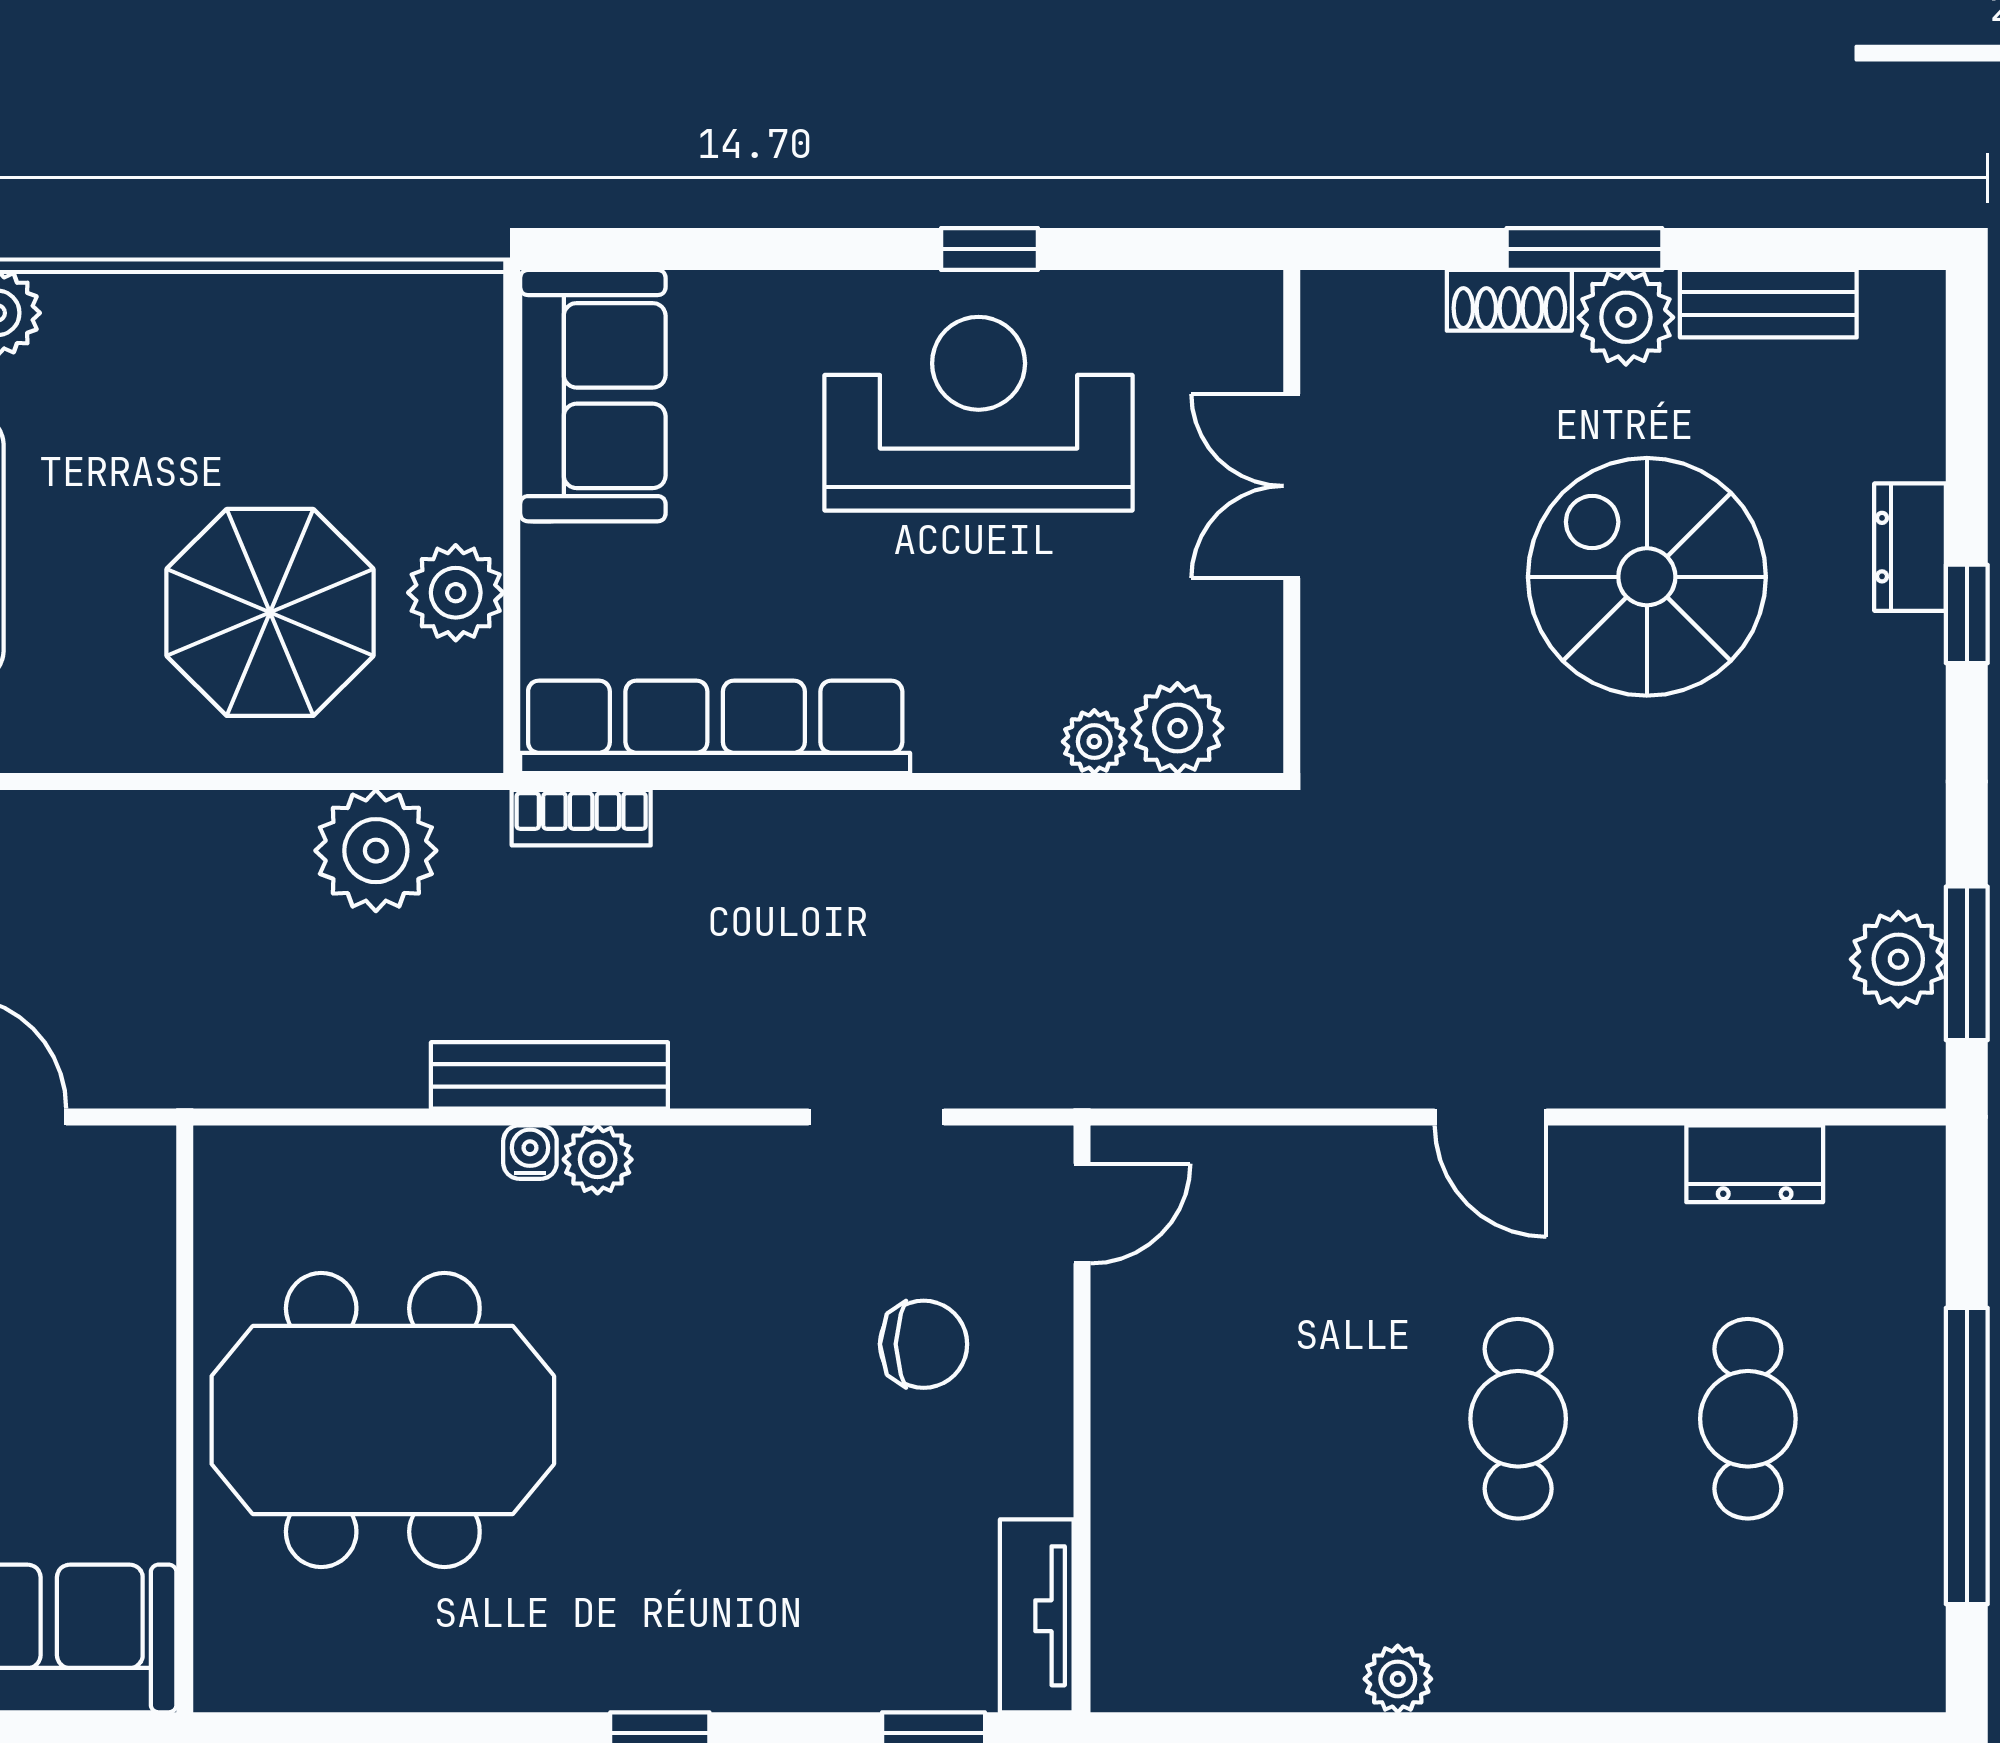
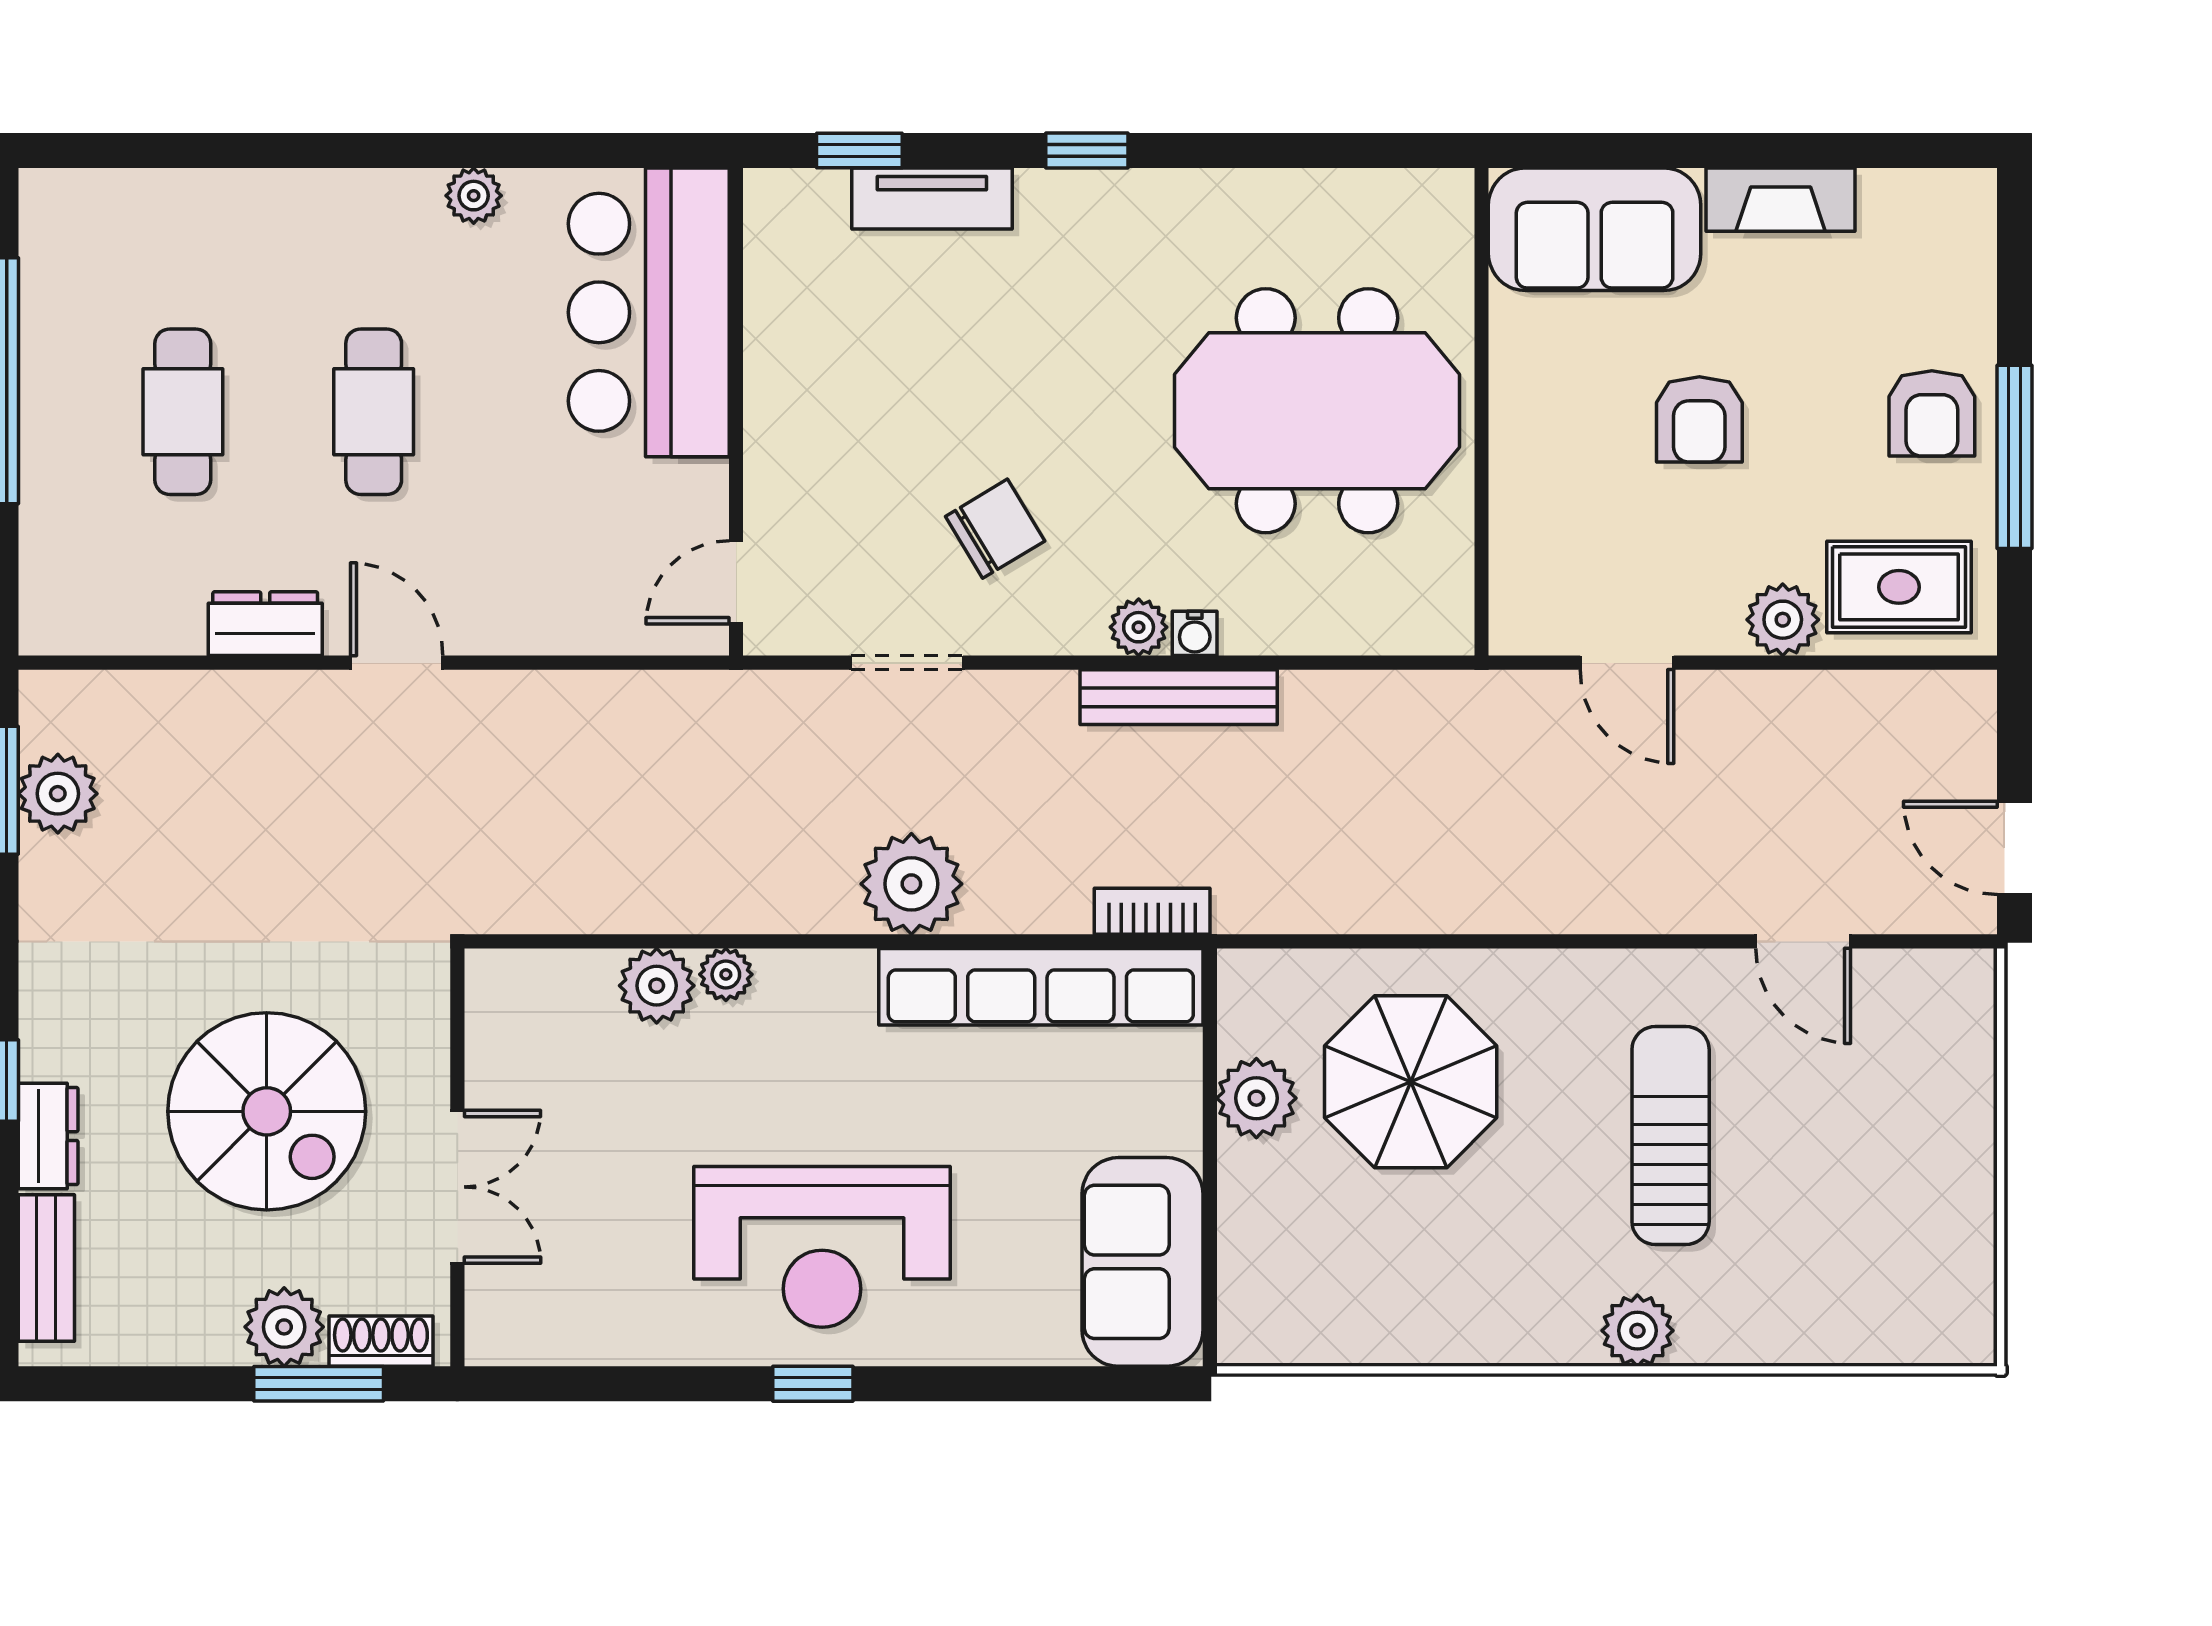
bench: (1768, 304) -> (46, 1268), moved, turned 90
double door: (1292, 486) -> (457, 1187), moved
wall: (1292, 522) -> (457, 1157), moved
plant: (376, 851) -> (911, 884), moved
dresser: (1755, 1164) -> (265, 624), moved
chair: (924, 1344) -> (995, 529), moved, turned 149
bar counter: (1187, 1538) -> (649, 312), added
tv unit: (1037, 1616) -> (932, 198), moved, turned 90

